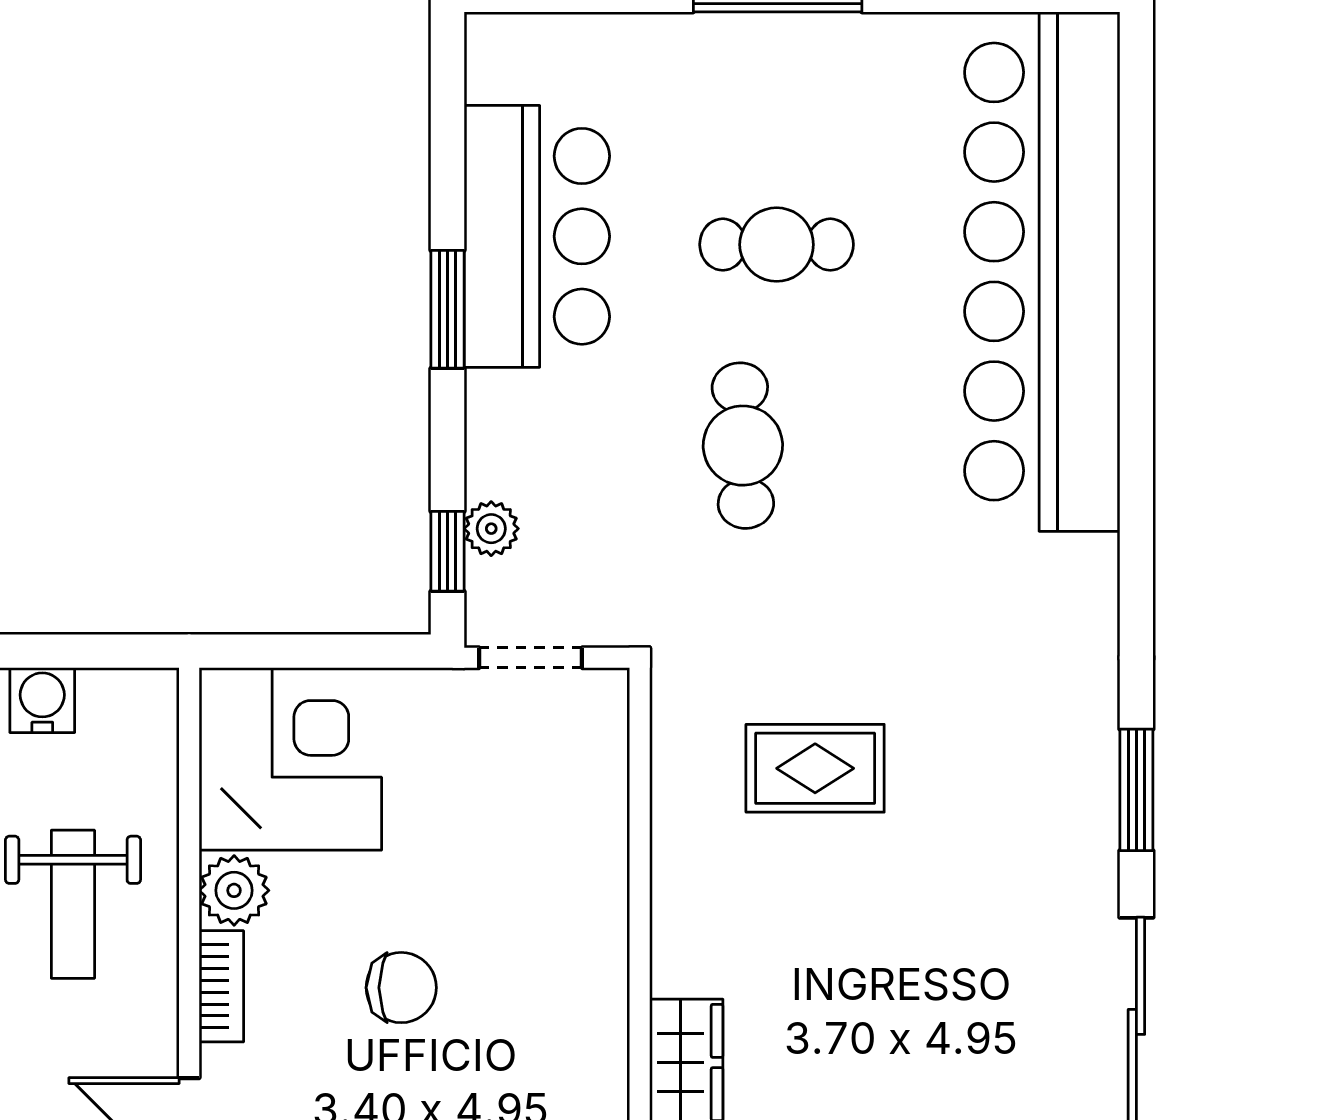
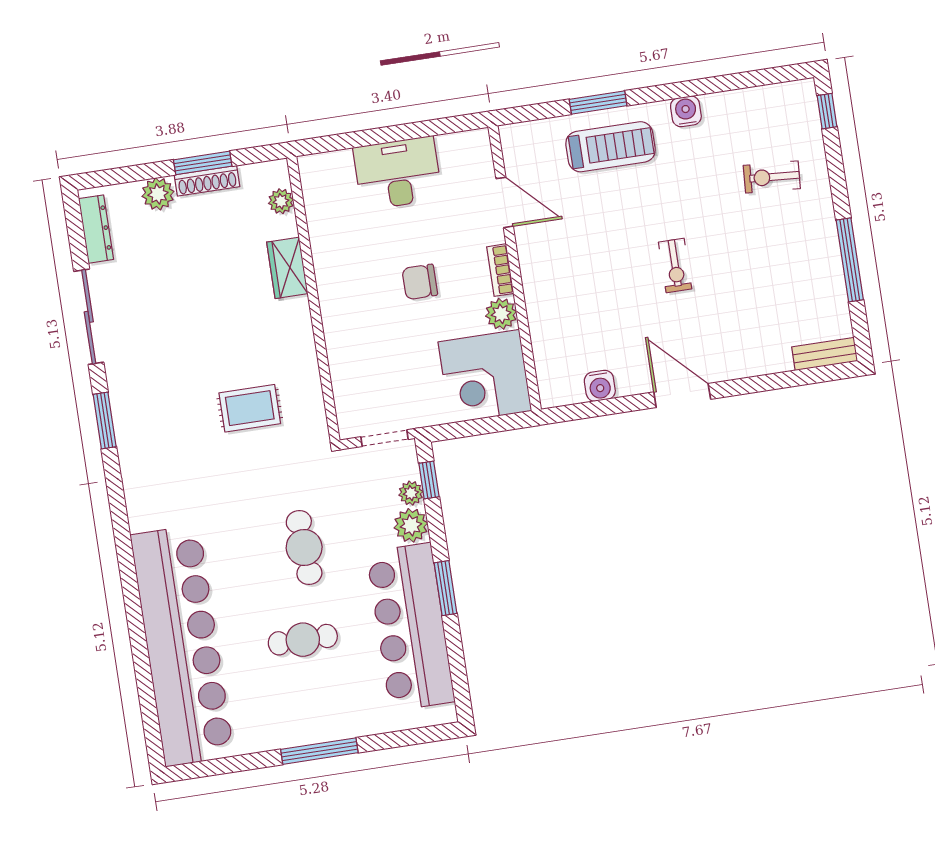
bar counter: (537, 236) -> (411, 627), width x1.36
plant: (502, 458) -> (411, 525), added
weight bench: (73, 904) -> (572, 297), removed

